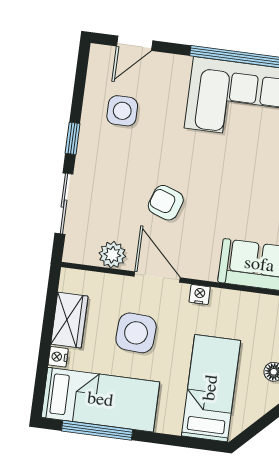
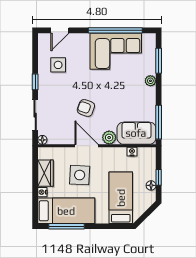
floor lamp: (72, 254) -> (42, 140), added
plant: (112, 255) -> (109, 138), moved
nightstand: (200, 294) -> (132, 152), moved

